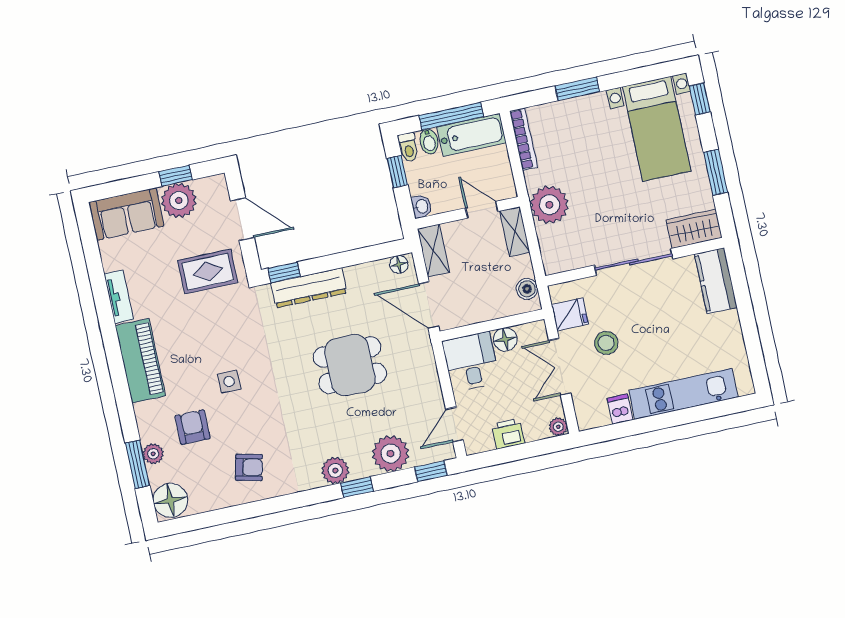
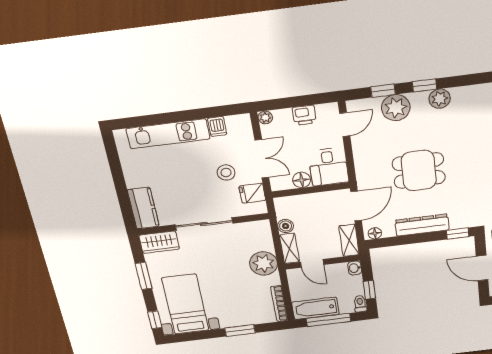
bidet: (429, 141) -> (345, 306), removed
dresser: (309, 288) -> (422, 225), moved
boiler: (527, 289) -> (286, 226), moved
door: (429, 305) -> (356, 206), hinge flipped
window: (431, 471) -> (383, 91), moved

